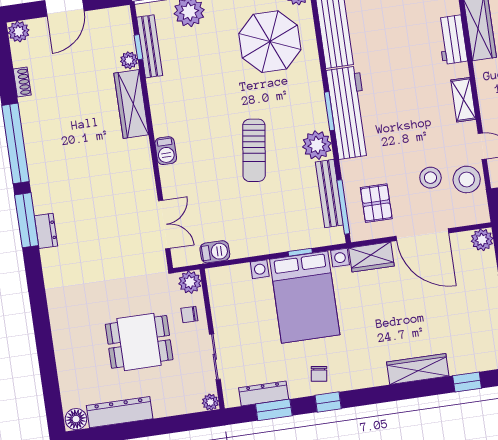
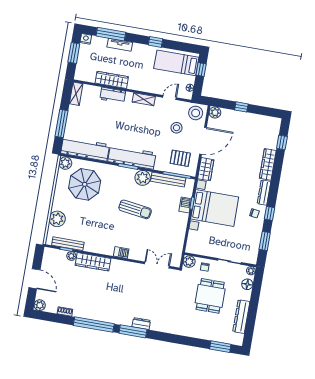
stool: (467, 179) -> (196, 113), moved
barbecue: (215, 252) -> (185, 205), moved
window: (51, 391) -> (220, 347), added
dresser: (264, 393) -> (264, 192), moved
floor lamp: (76, 419) -> (247, 284), moved

